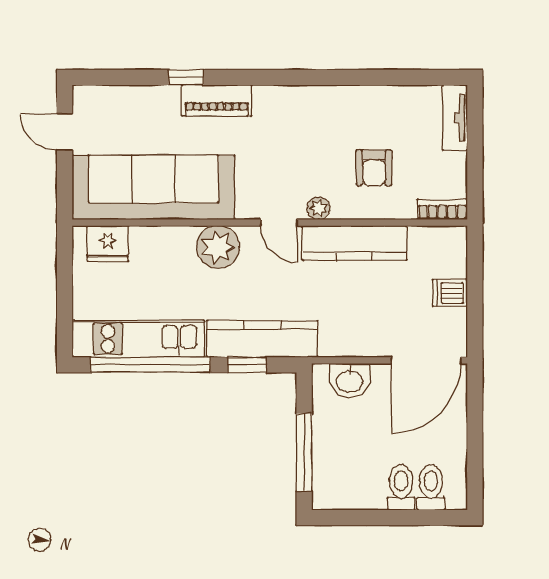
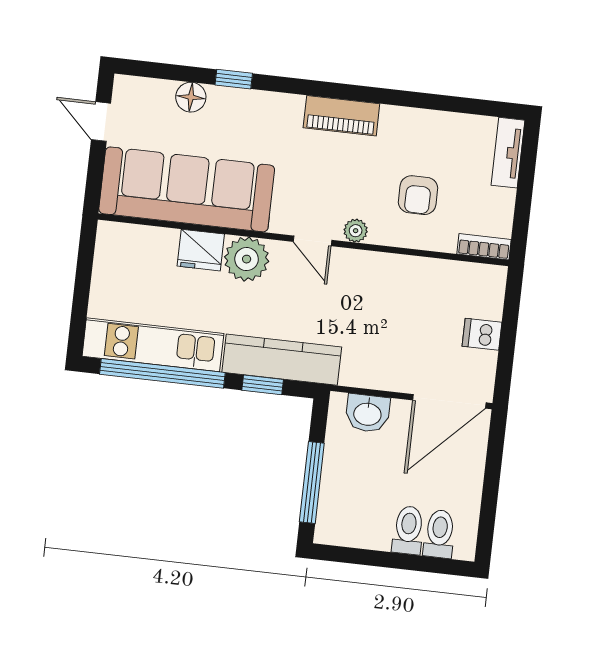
floor lamp: (147, 99) -> (191, 97), added
piano: (217, 101) -> (341, 116), moved
fridge: (108, 243) -> (201, 250), moved
kitchen counter: (354, 243) -> (389, 271), removed

